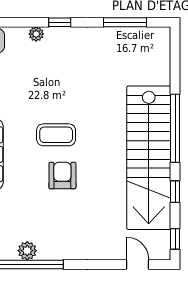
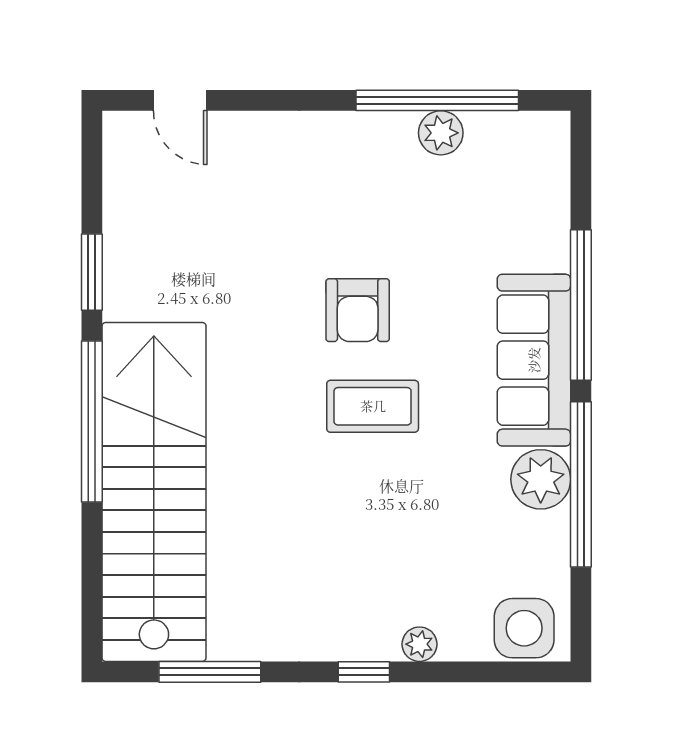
stairs: (149, 158) -> (154, 492), moved
window: (175, 192) -> (92, 272), width x1.50
window: (175, 239) -> (92, 161), removed

